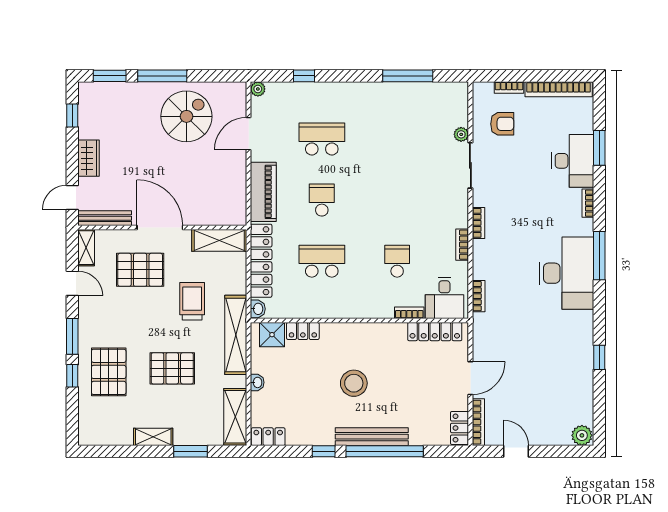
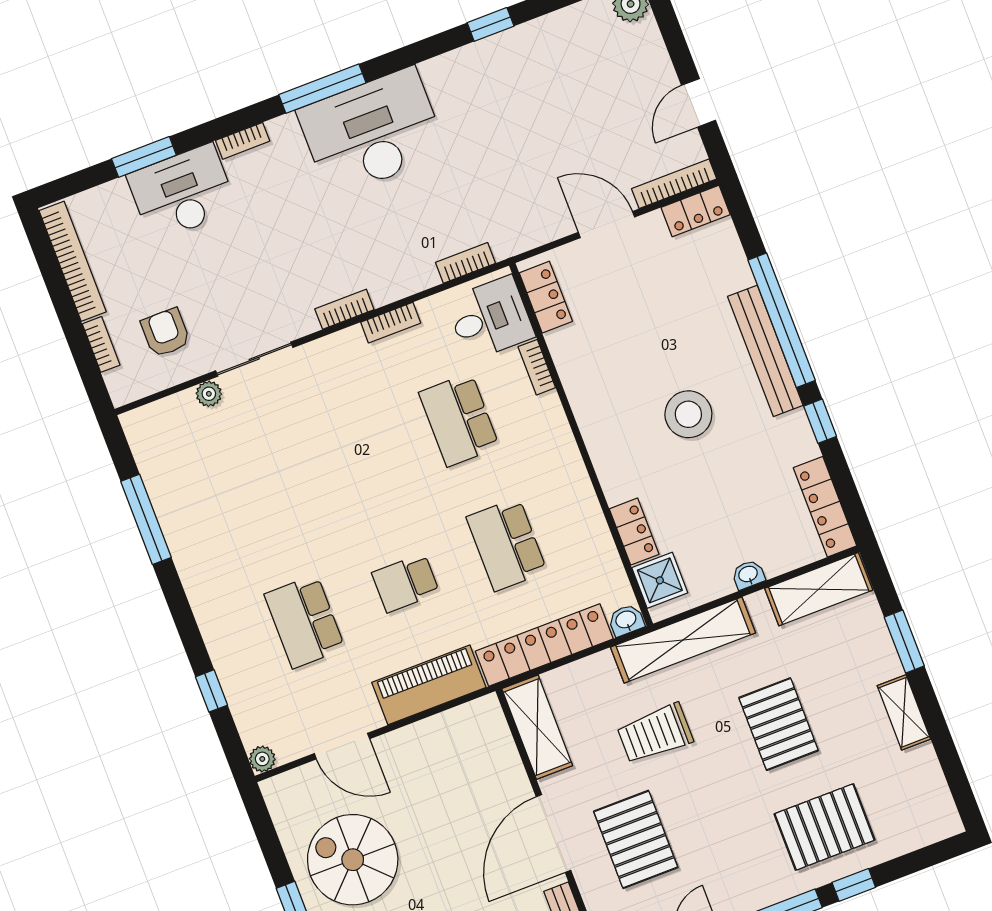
school desk: (397, 261) -> (459, 420), width x1.85
locker: (435, 332) -> (546, 297), width x0.66
locker: (268, 437) -> (825, 507), width x1.53

